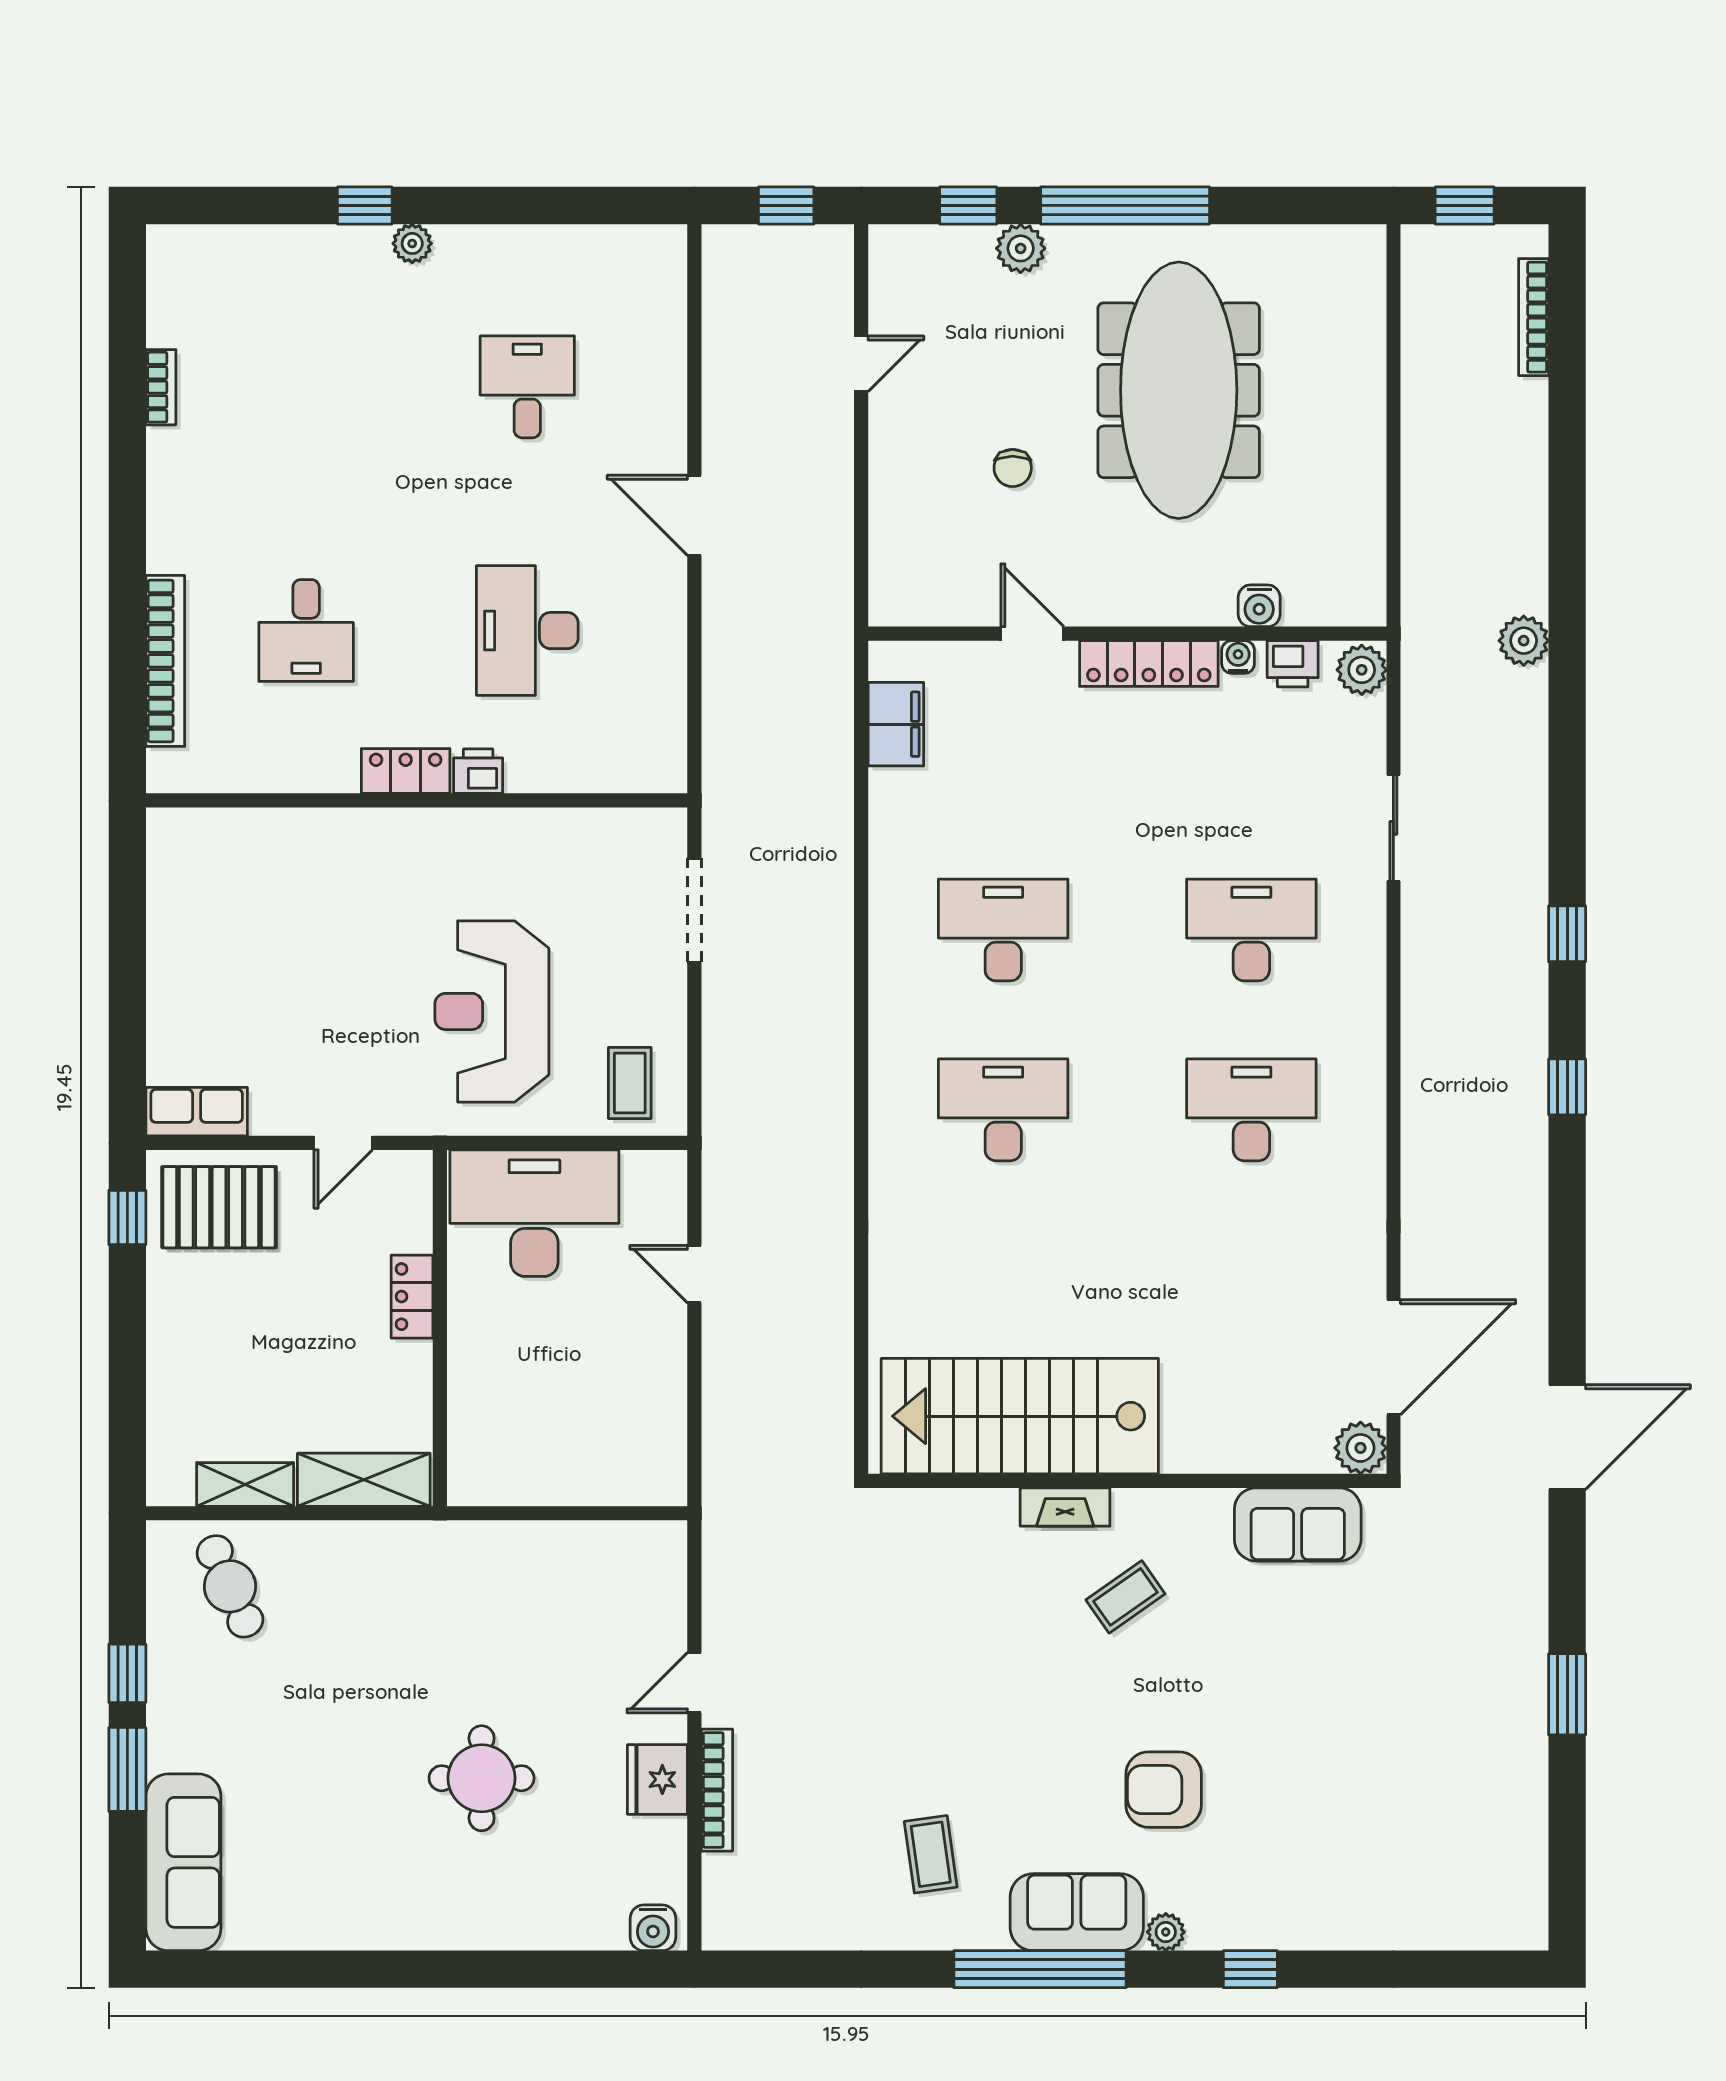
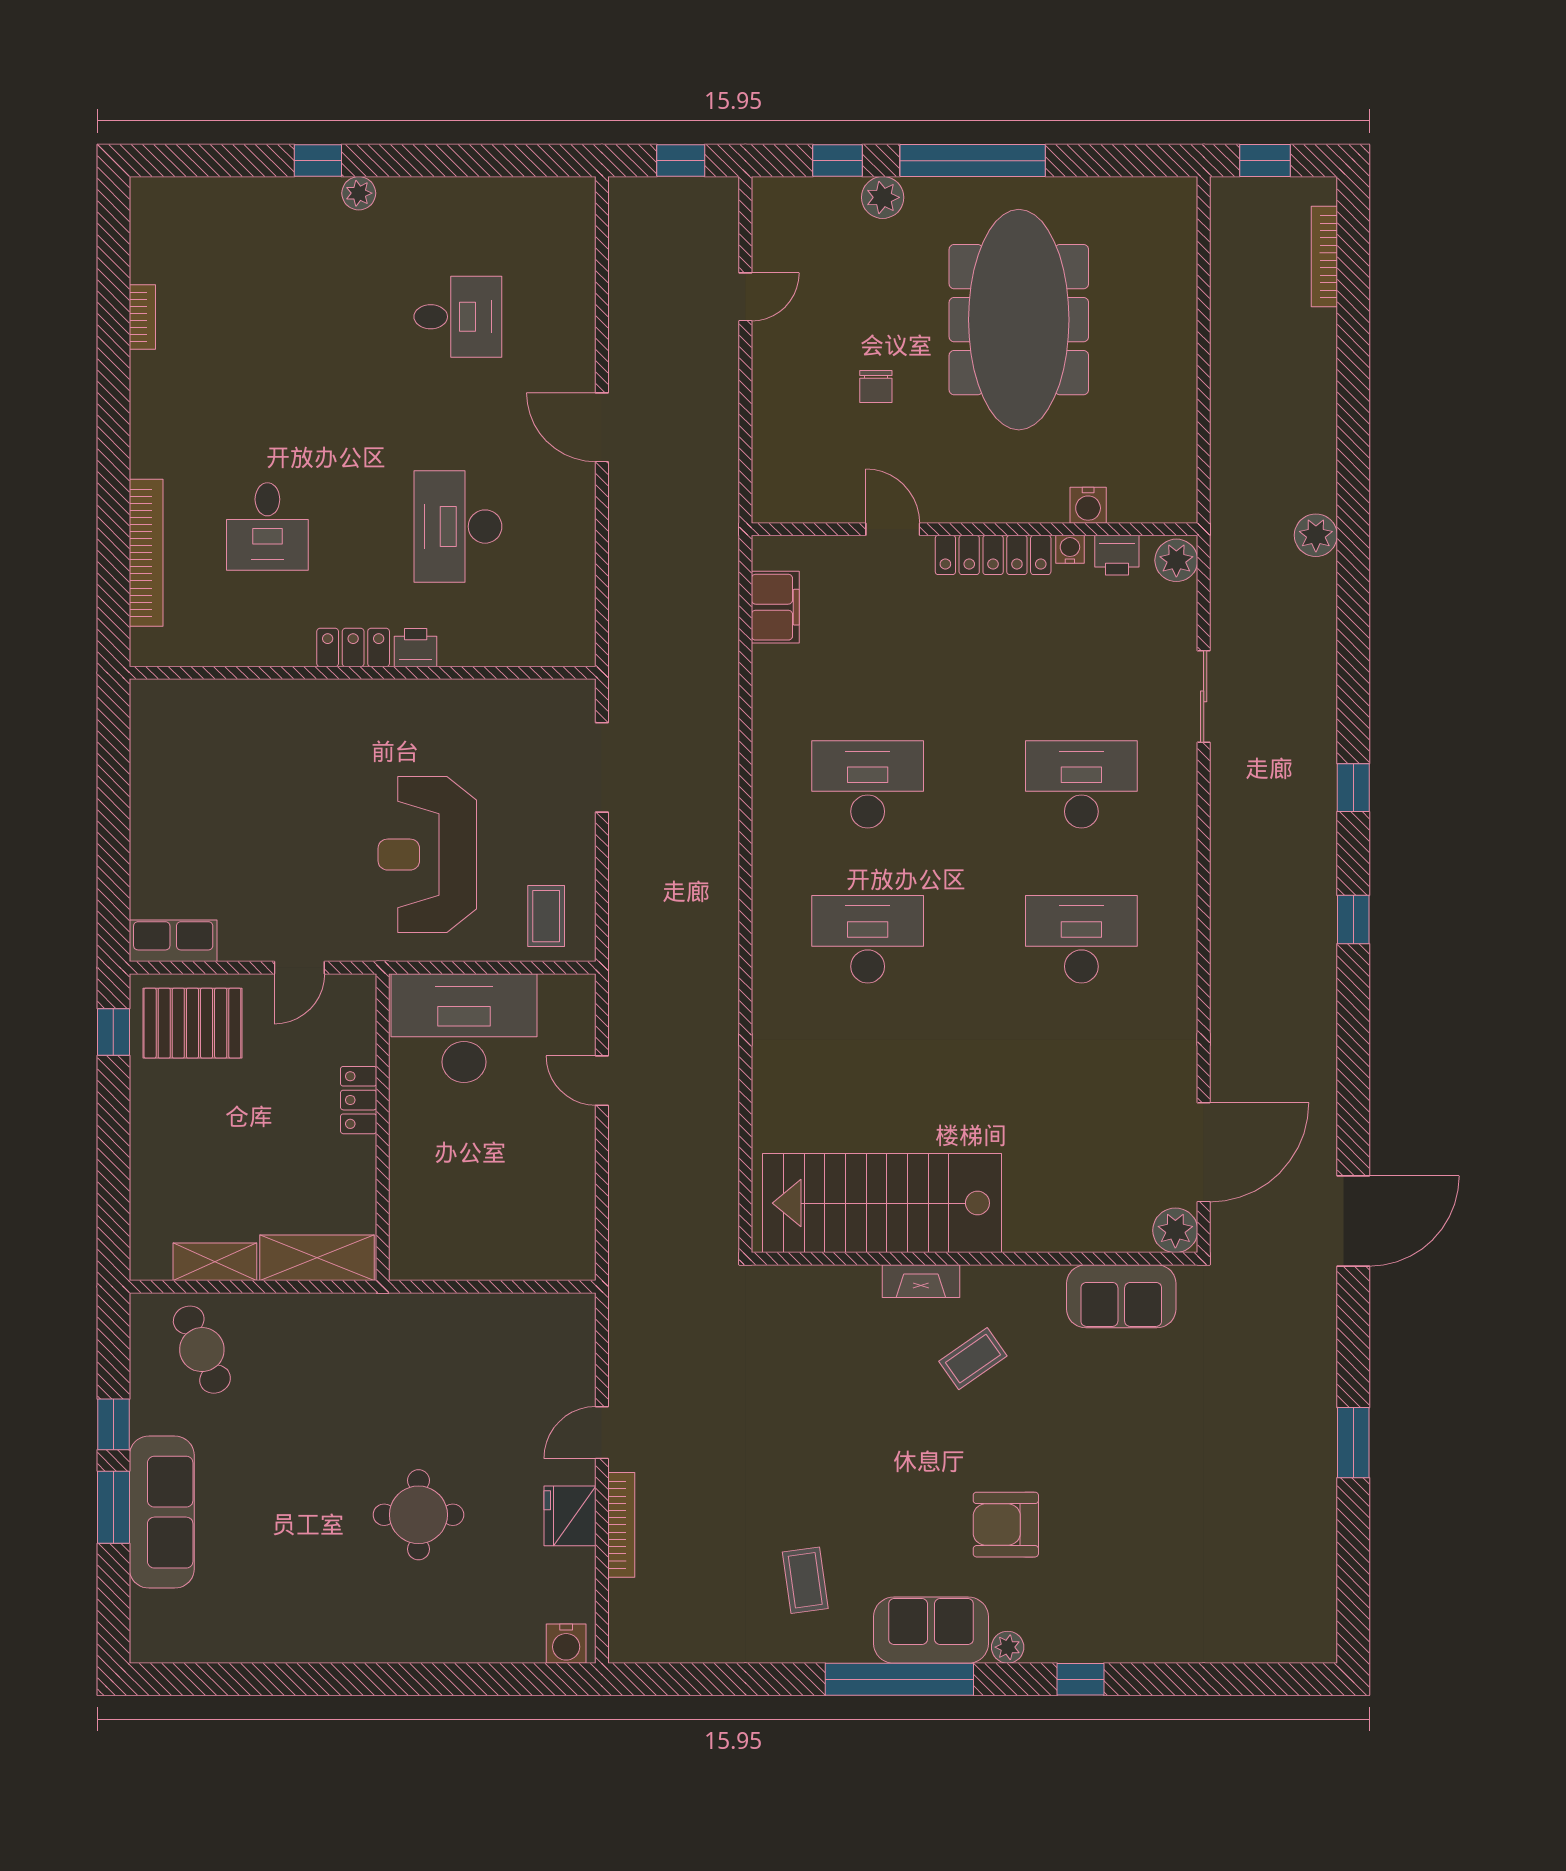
desk: (527, 387) -> (458, 317), turned 90
sofa: (183, 1862) -> (162, 1512), moved

